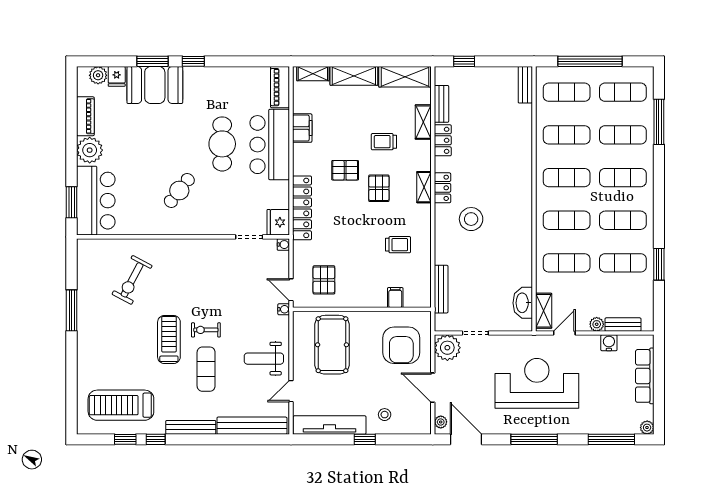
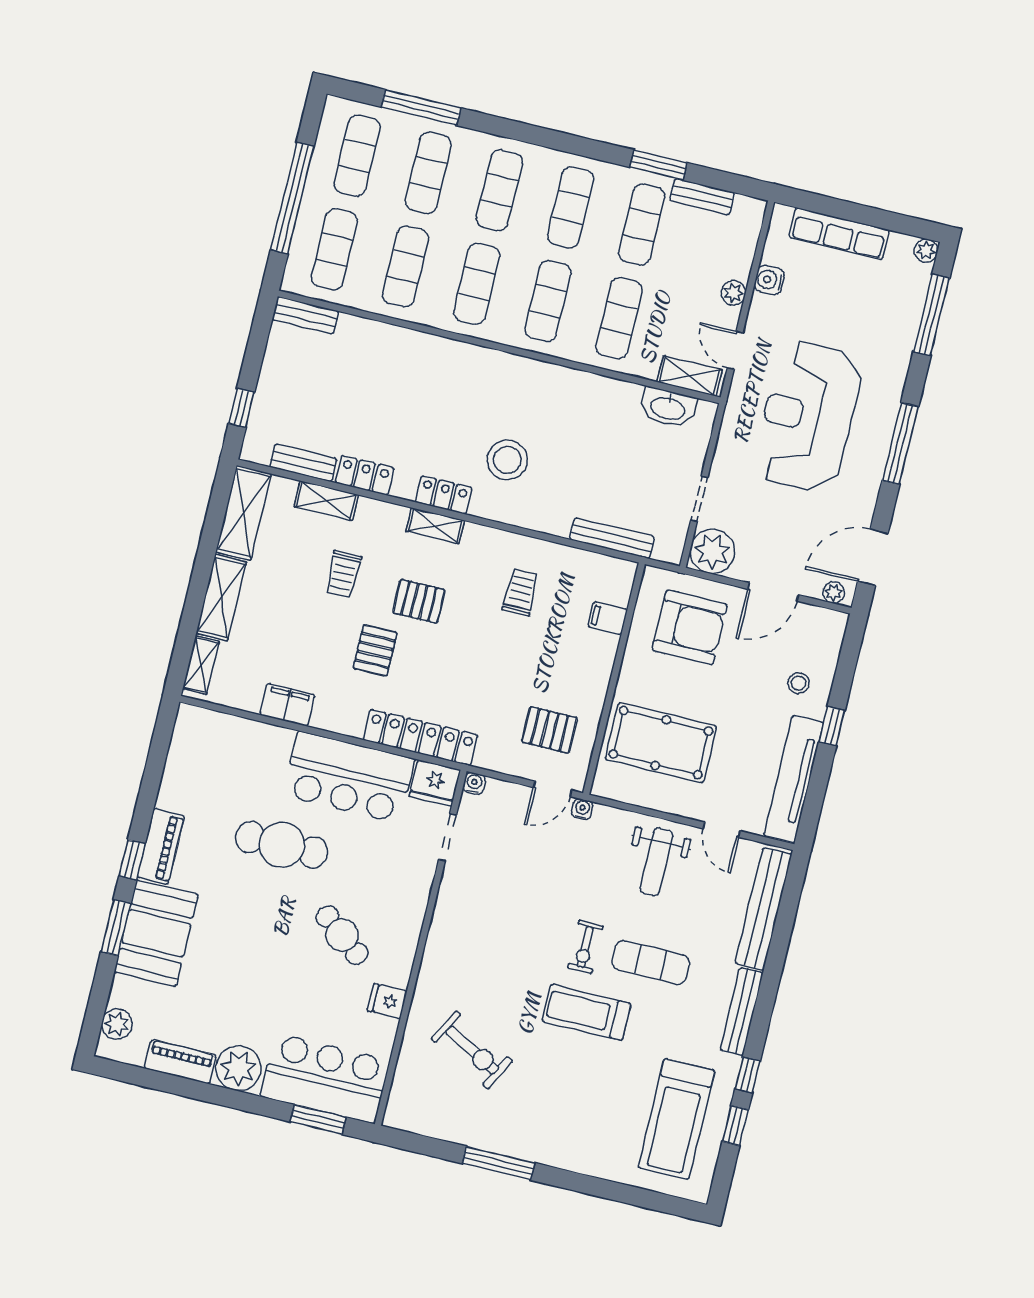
fridge: (117, 76) -> (387, 1001), moved, turned 180
piano: (280, 87) -> (161, 846), moved, turned -90
bar counter: (270, 145) -> (349, 777), moved
bench: (623, 325) -> (702, 196), moved, turned 90

